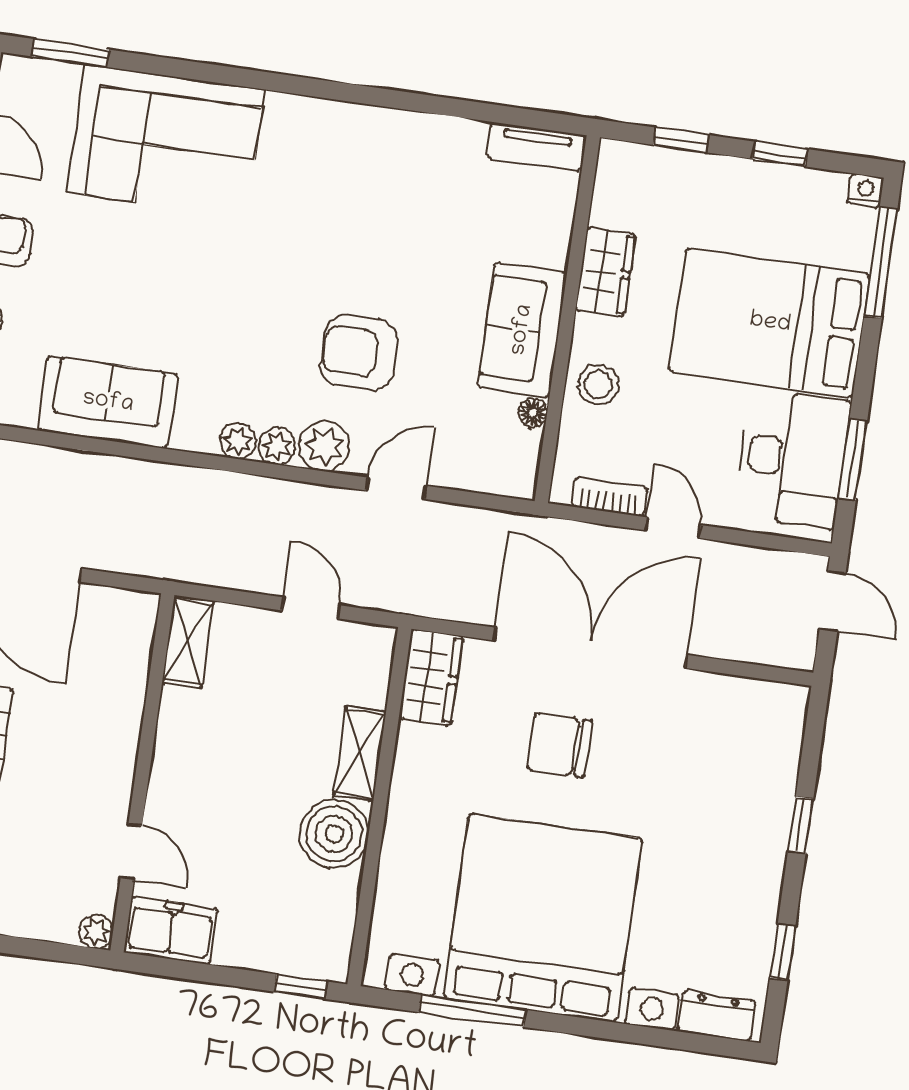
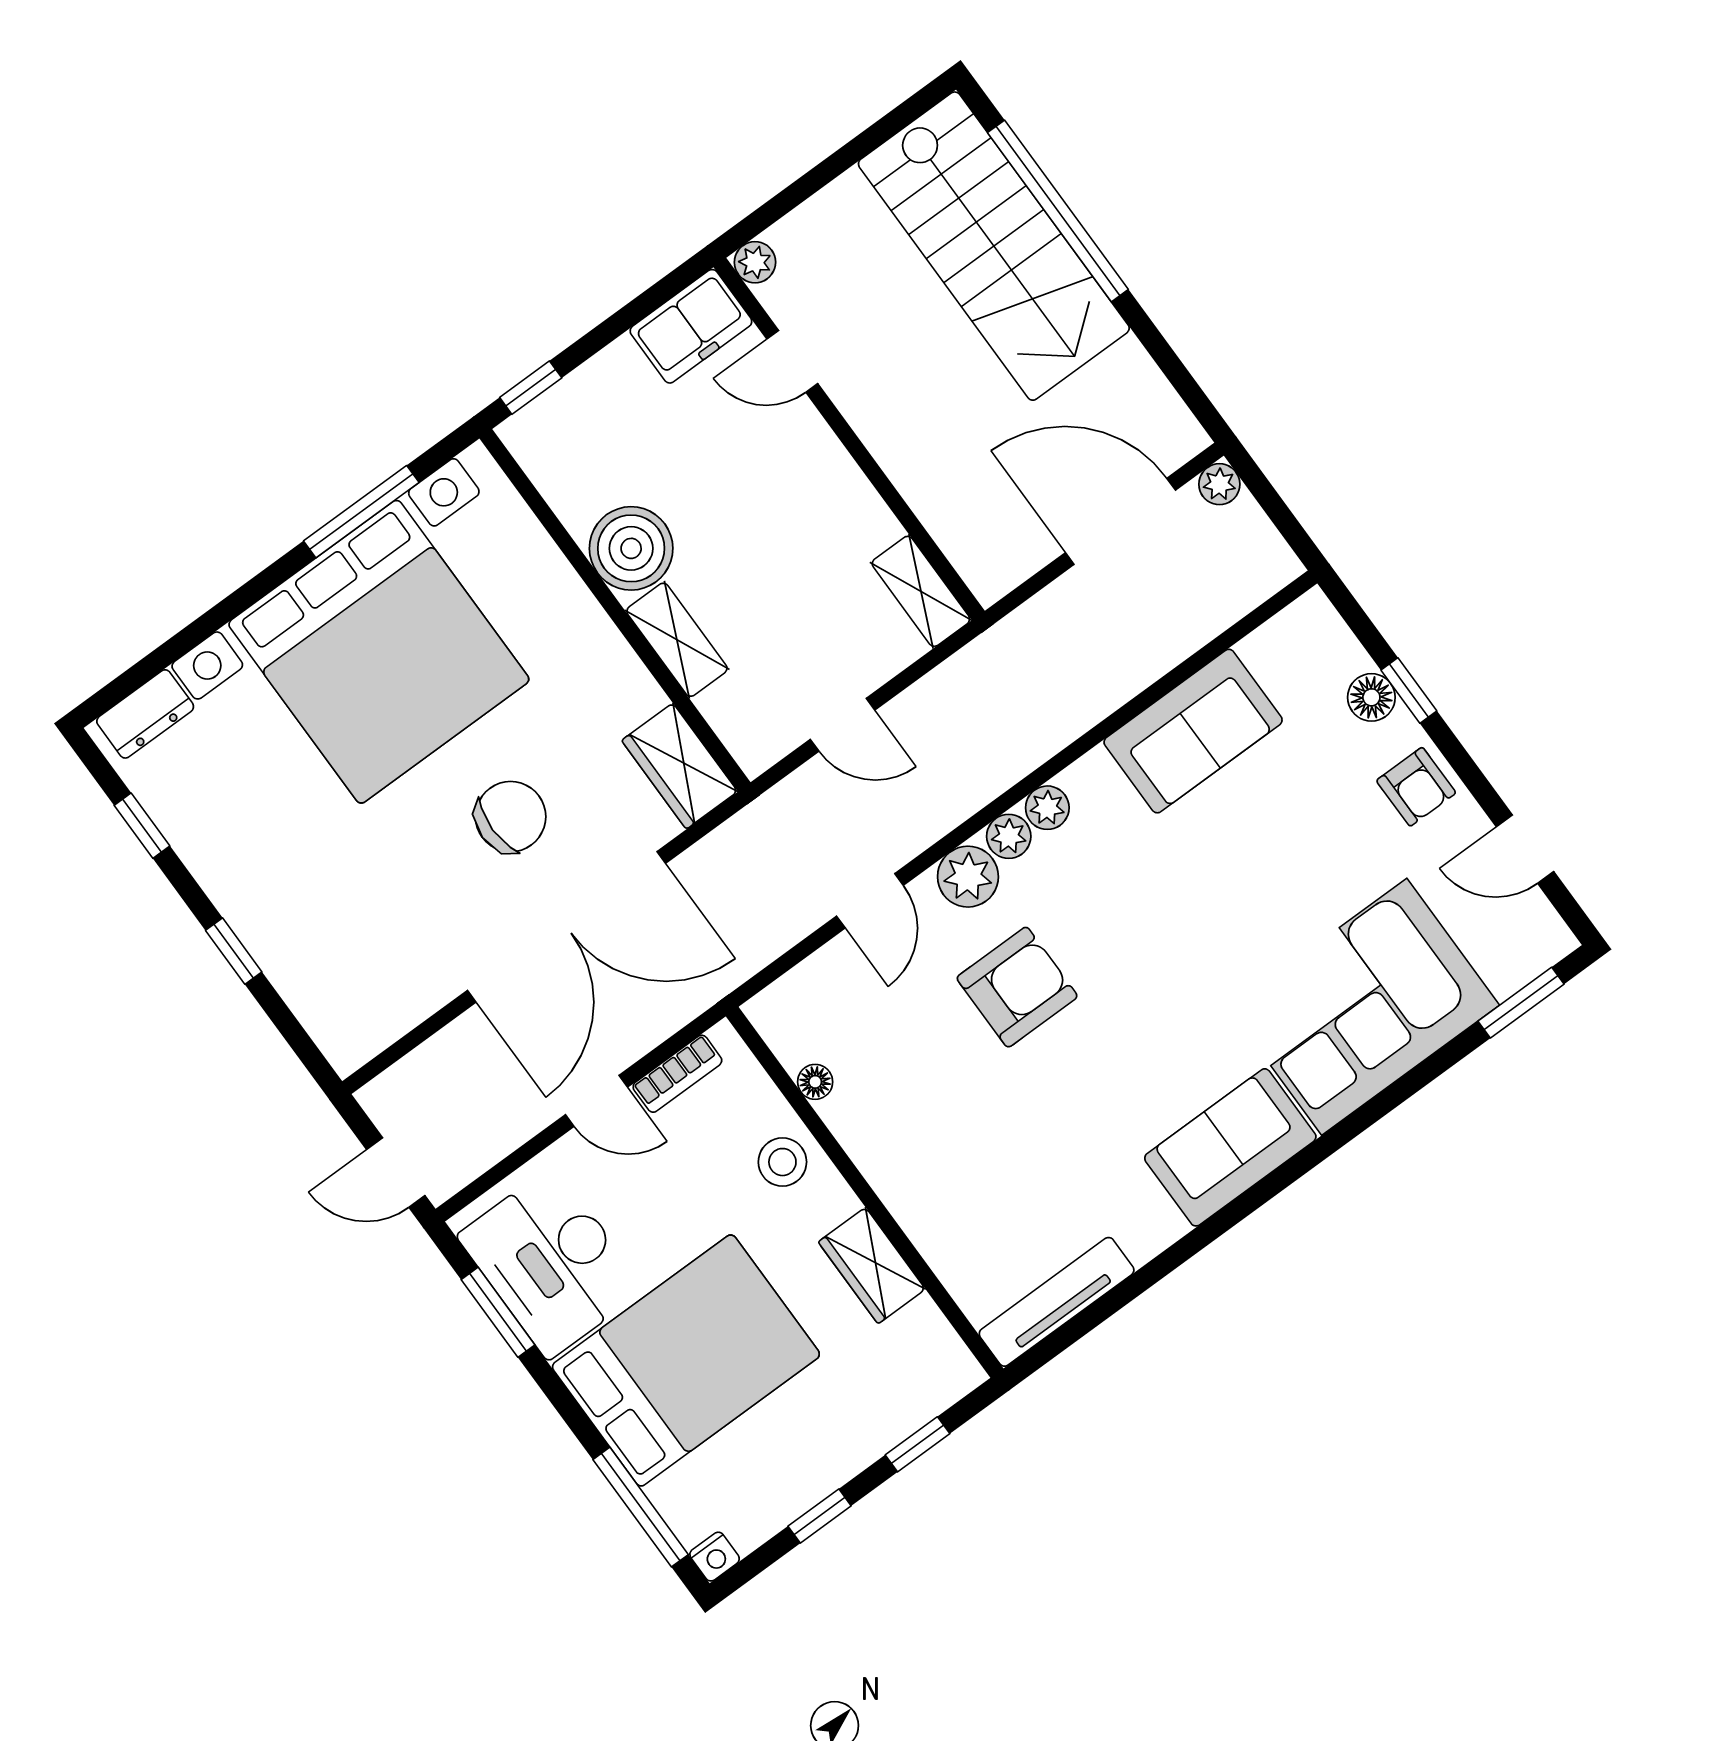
tv unit: (537, 147) -> (1057, 1302), width x1.41
sofa: (522, 330) -> (1230, 1147), moved, turned -90

